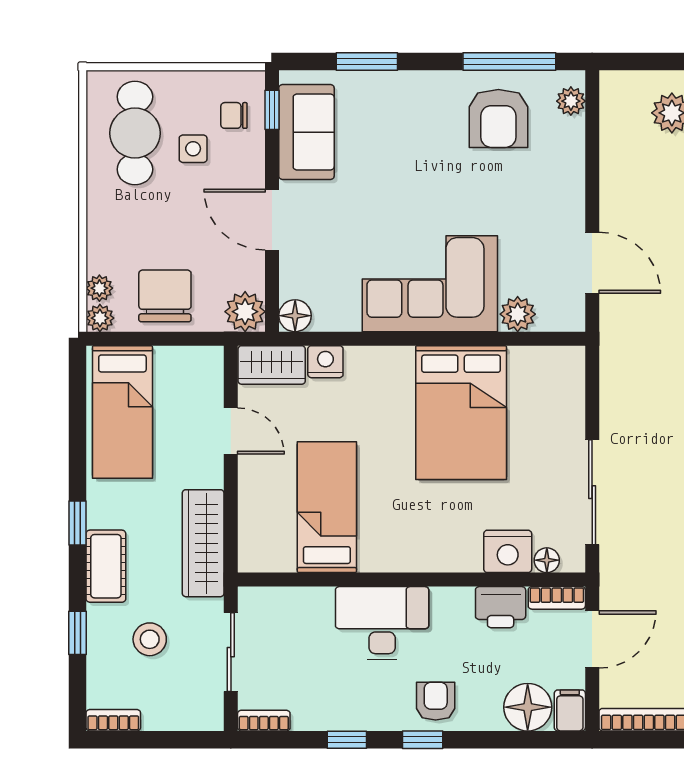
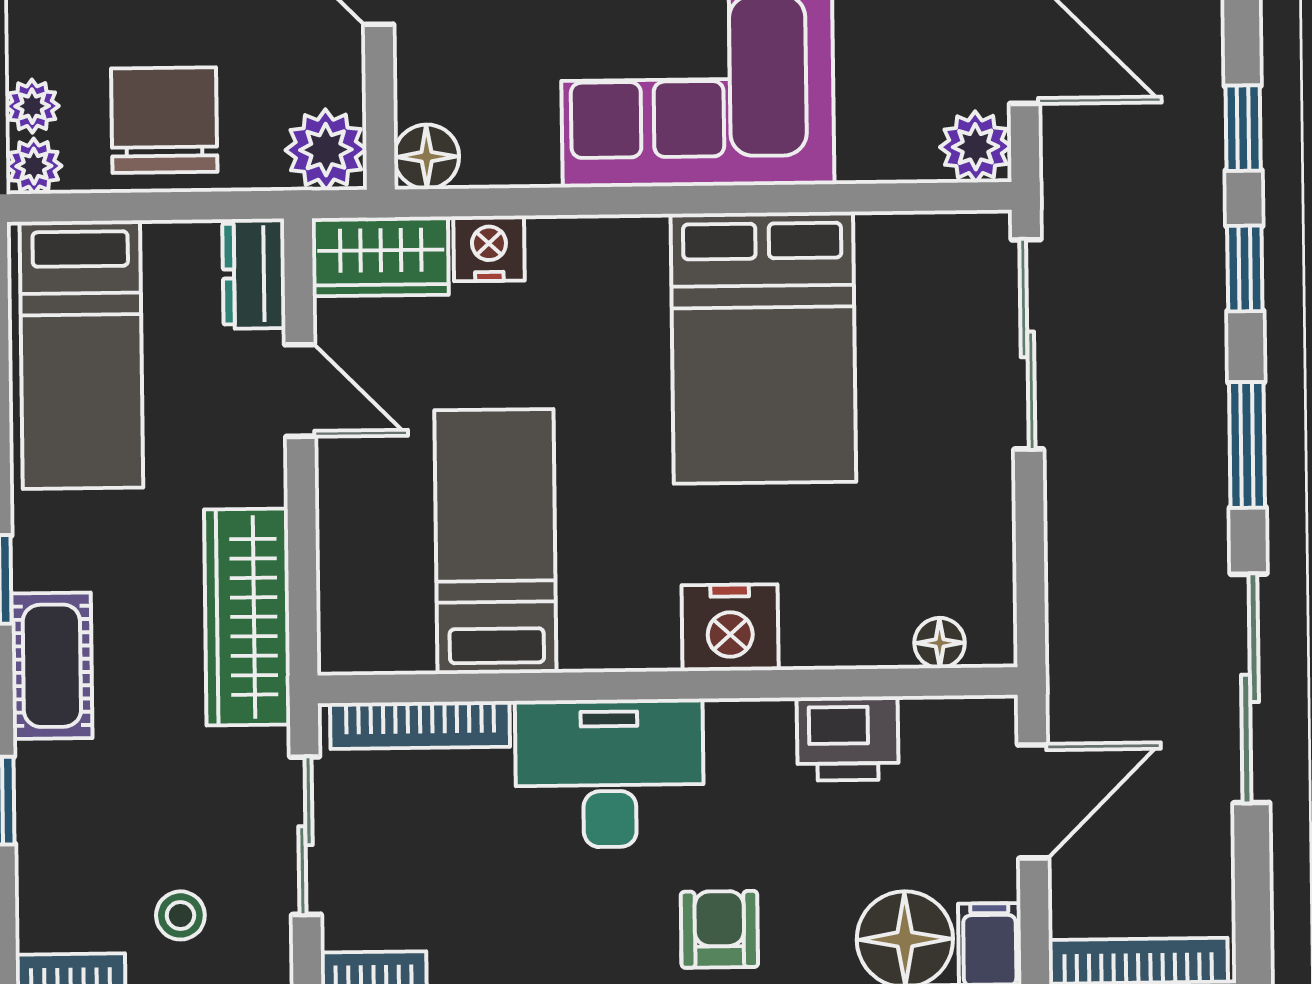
plant: (518, 314) -> (976, 147), moved
dresser: (209, 373) -> (254, 274), added
sliding door: (592, 492) -> (1027, 344), moved
nightstand: (508, 551) -> (730, 628), moved
bookcase: (557, 598) -> (420, 725), moved, width x1.56
stool: (150, 639) -> (180, 915), moved, width x0.73, depth x0.73

